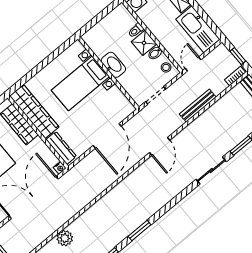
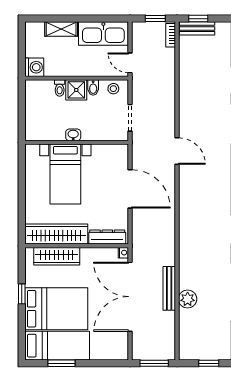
washbasin: (113, 65) -> (73, 135), width x0.52, depth x0.69
bench: (198, 106) -> (169, 288), moved

